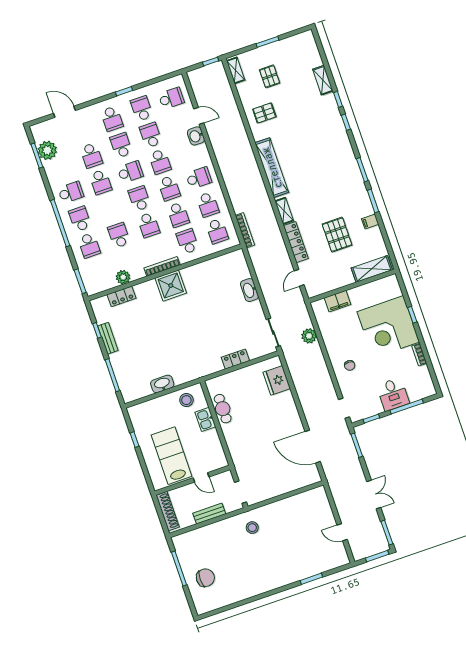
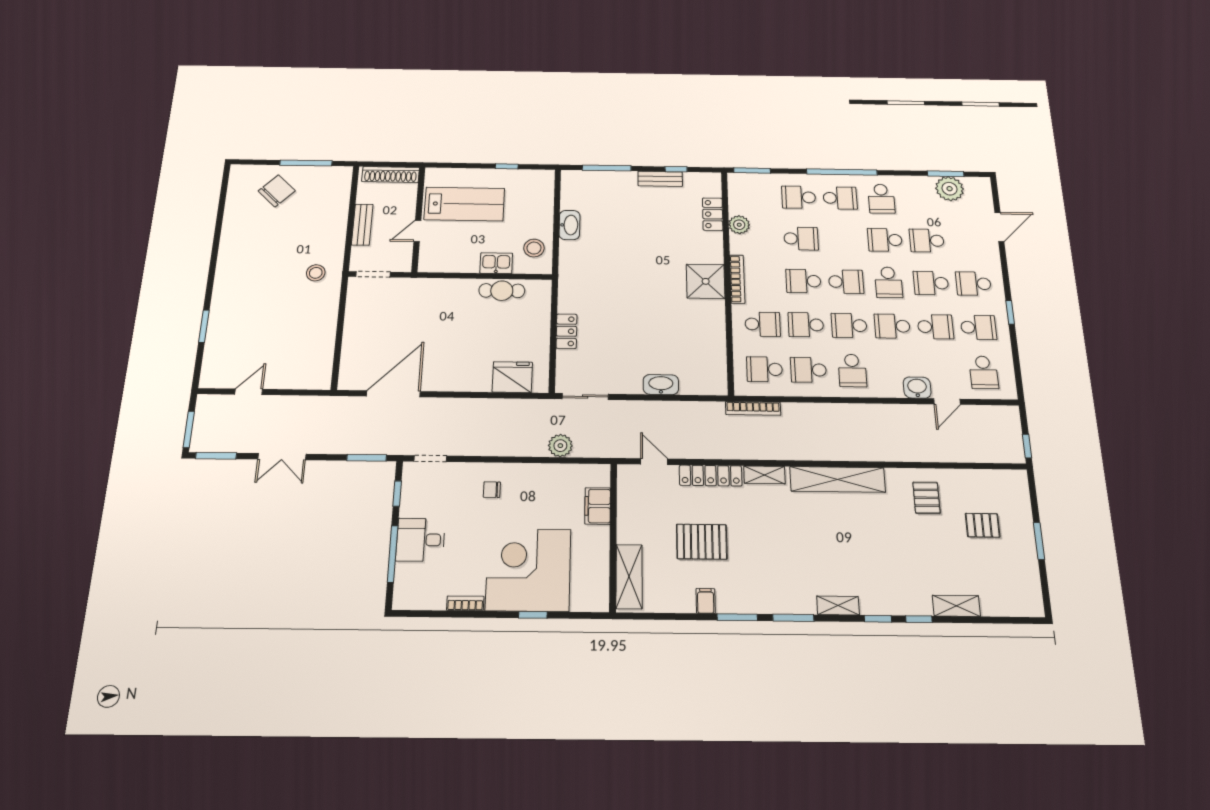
shelving: (236, 70) -> (838, 605), moved
school desk: (121, 145) -> (931, 283), turned 180
chair: (205, 578) -> (277, 191), turned -136

